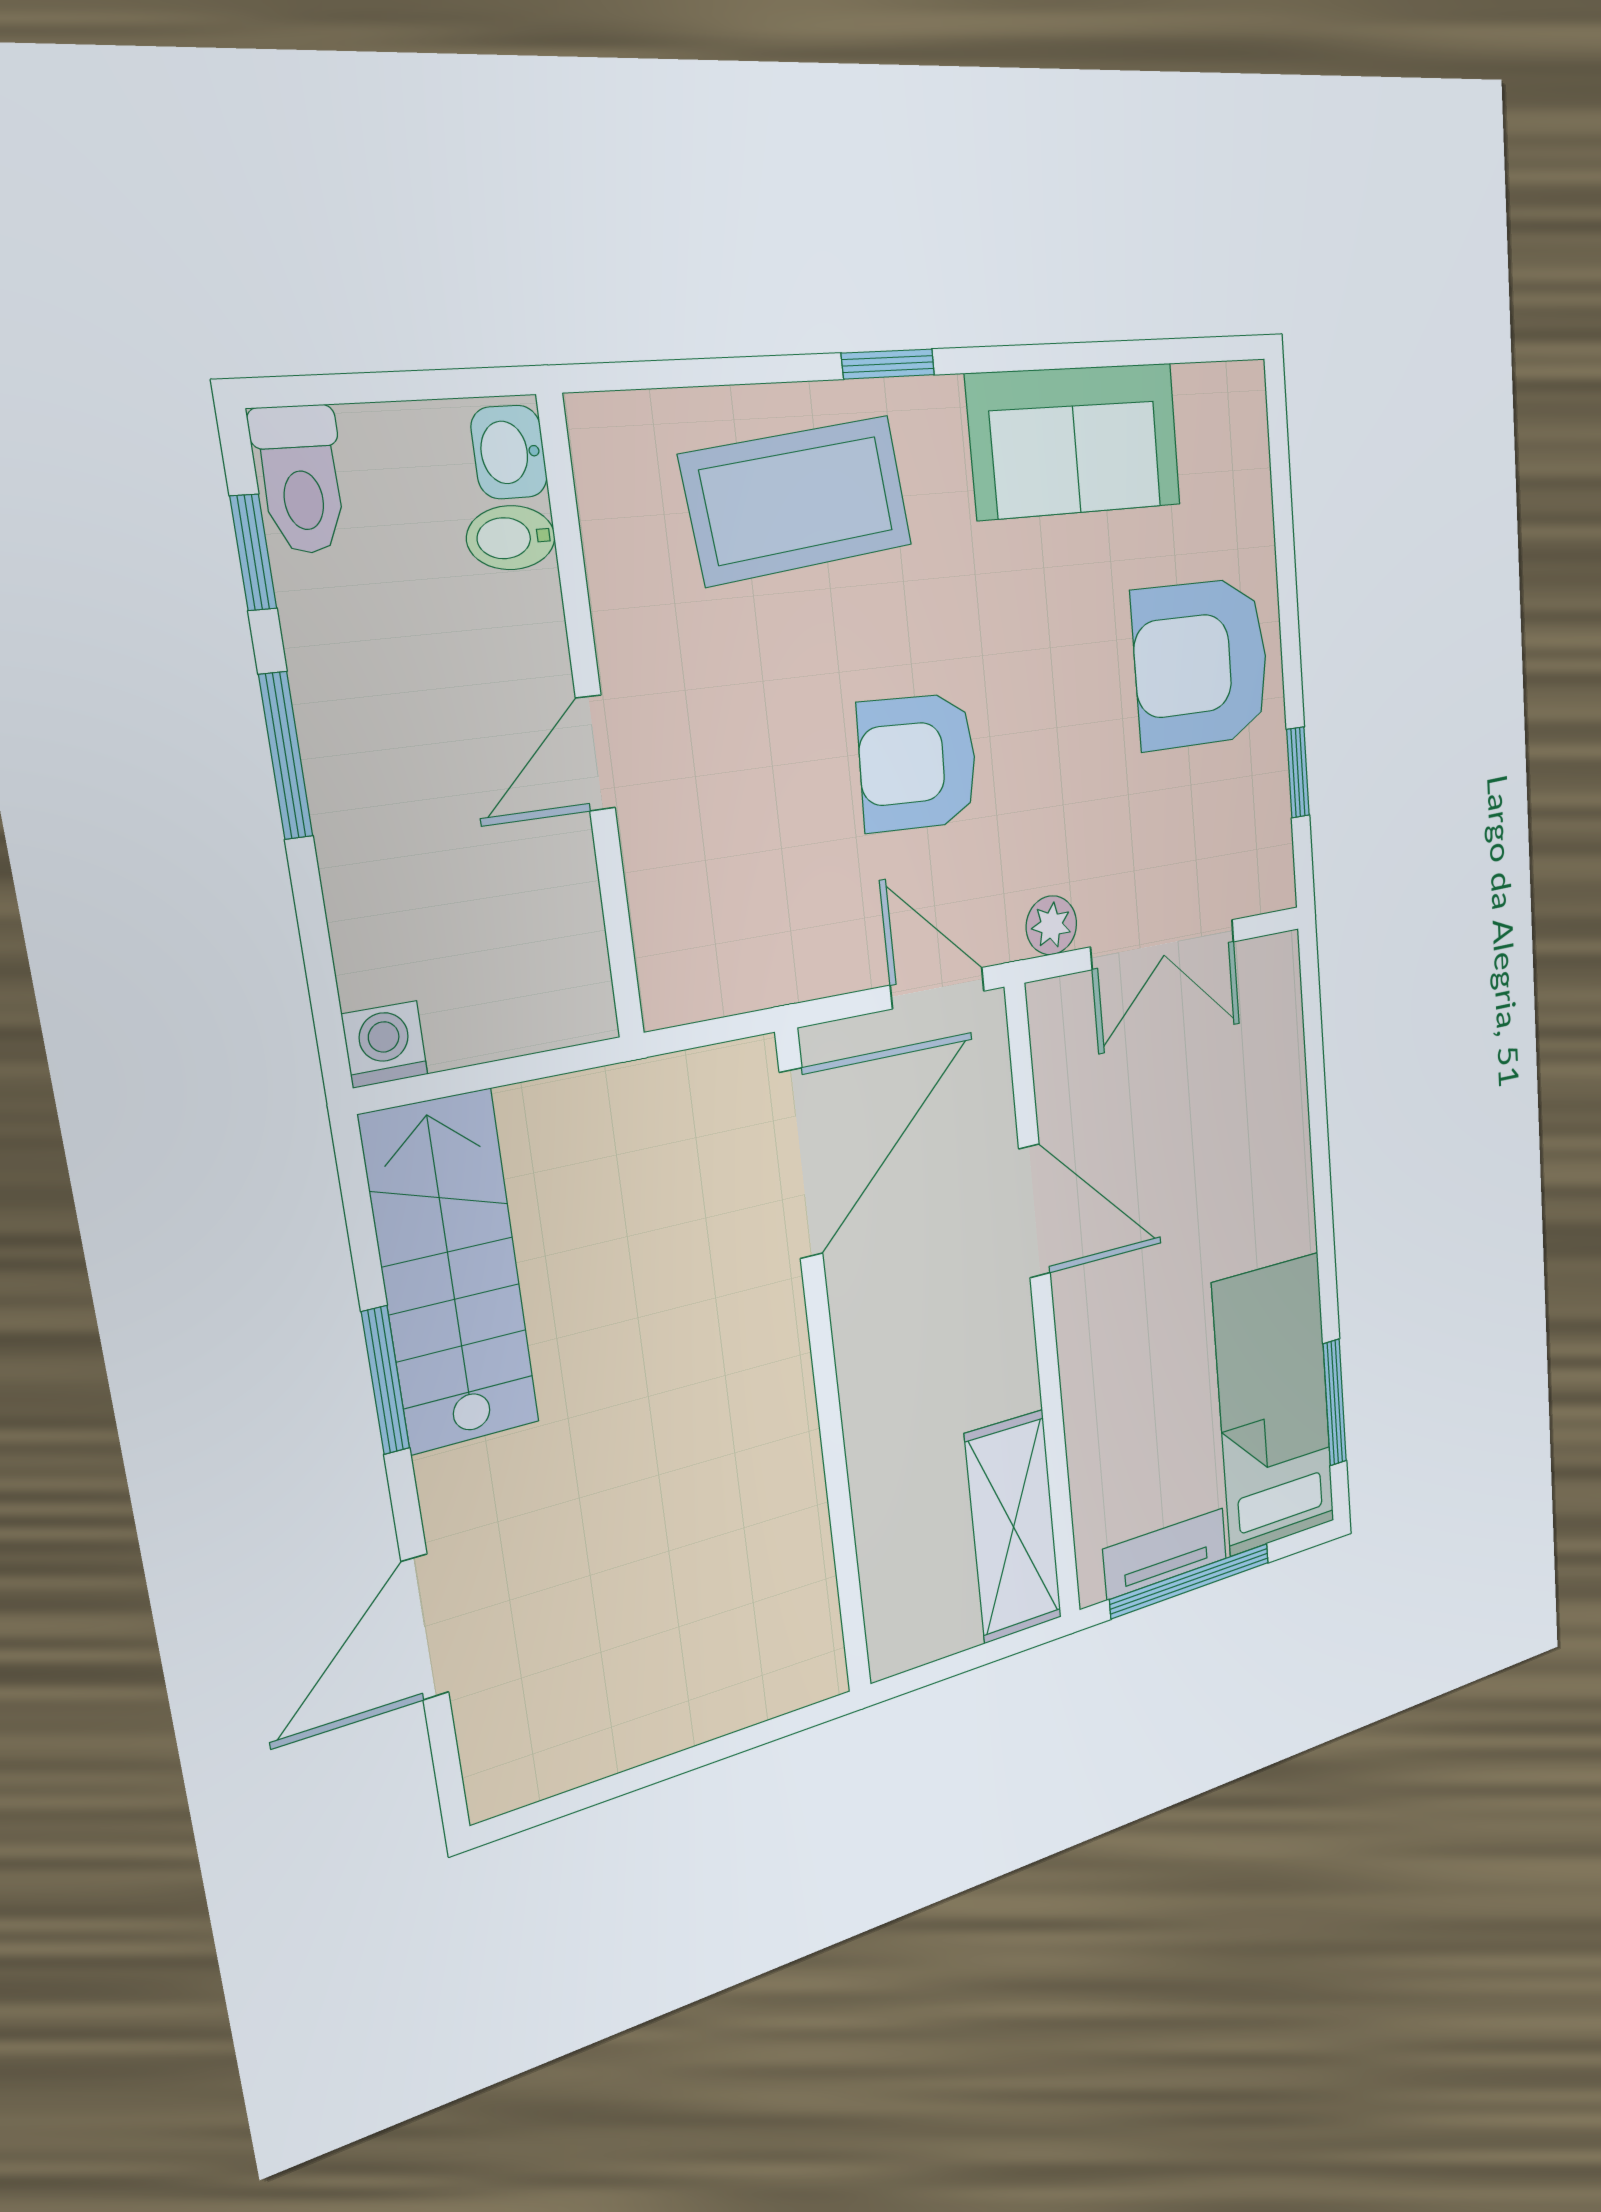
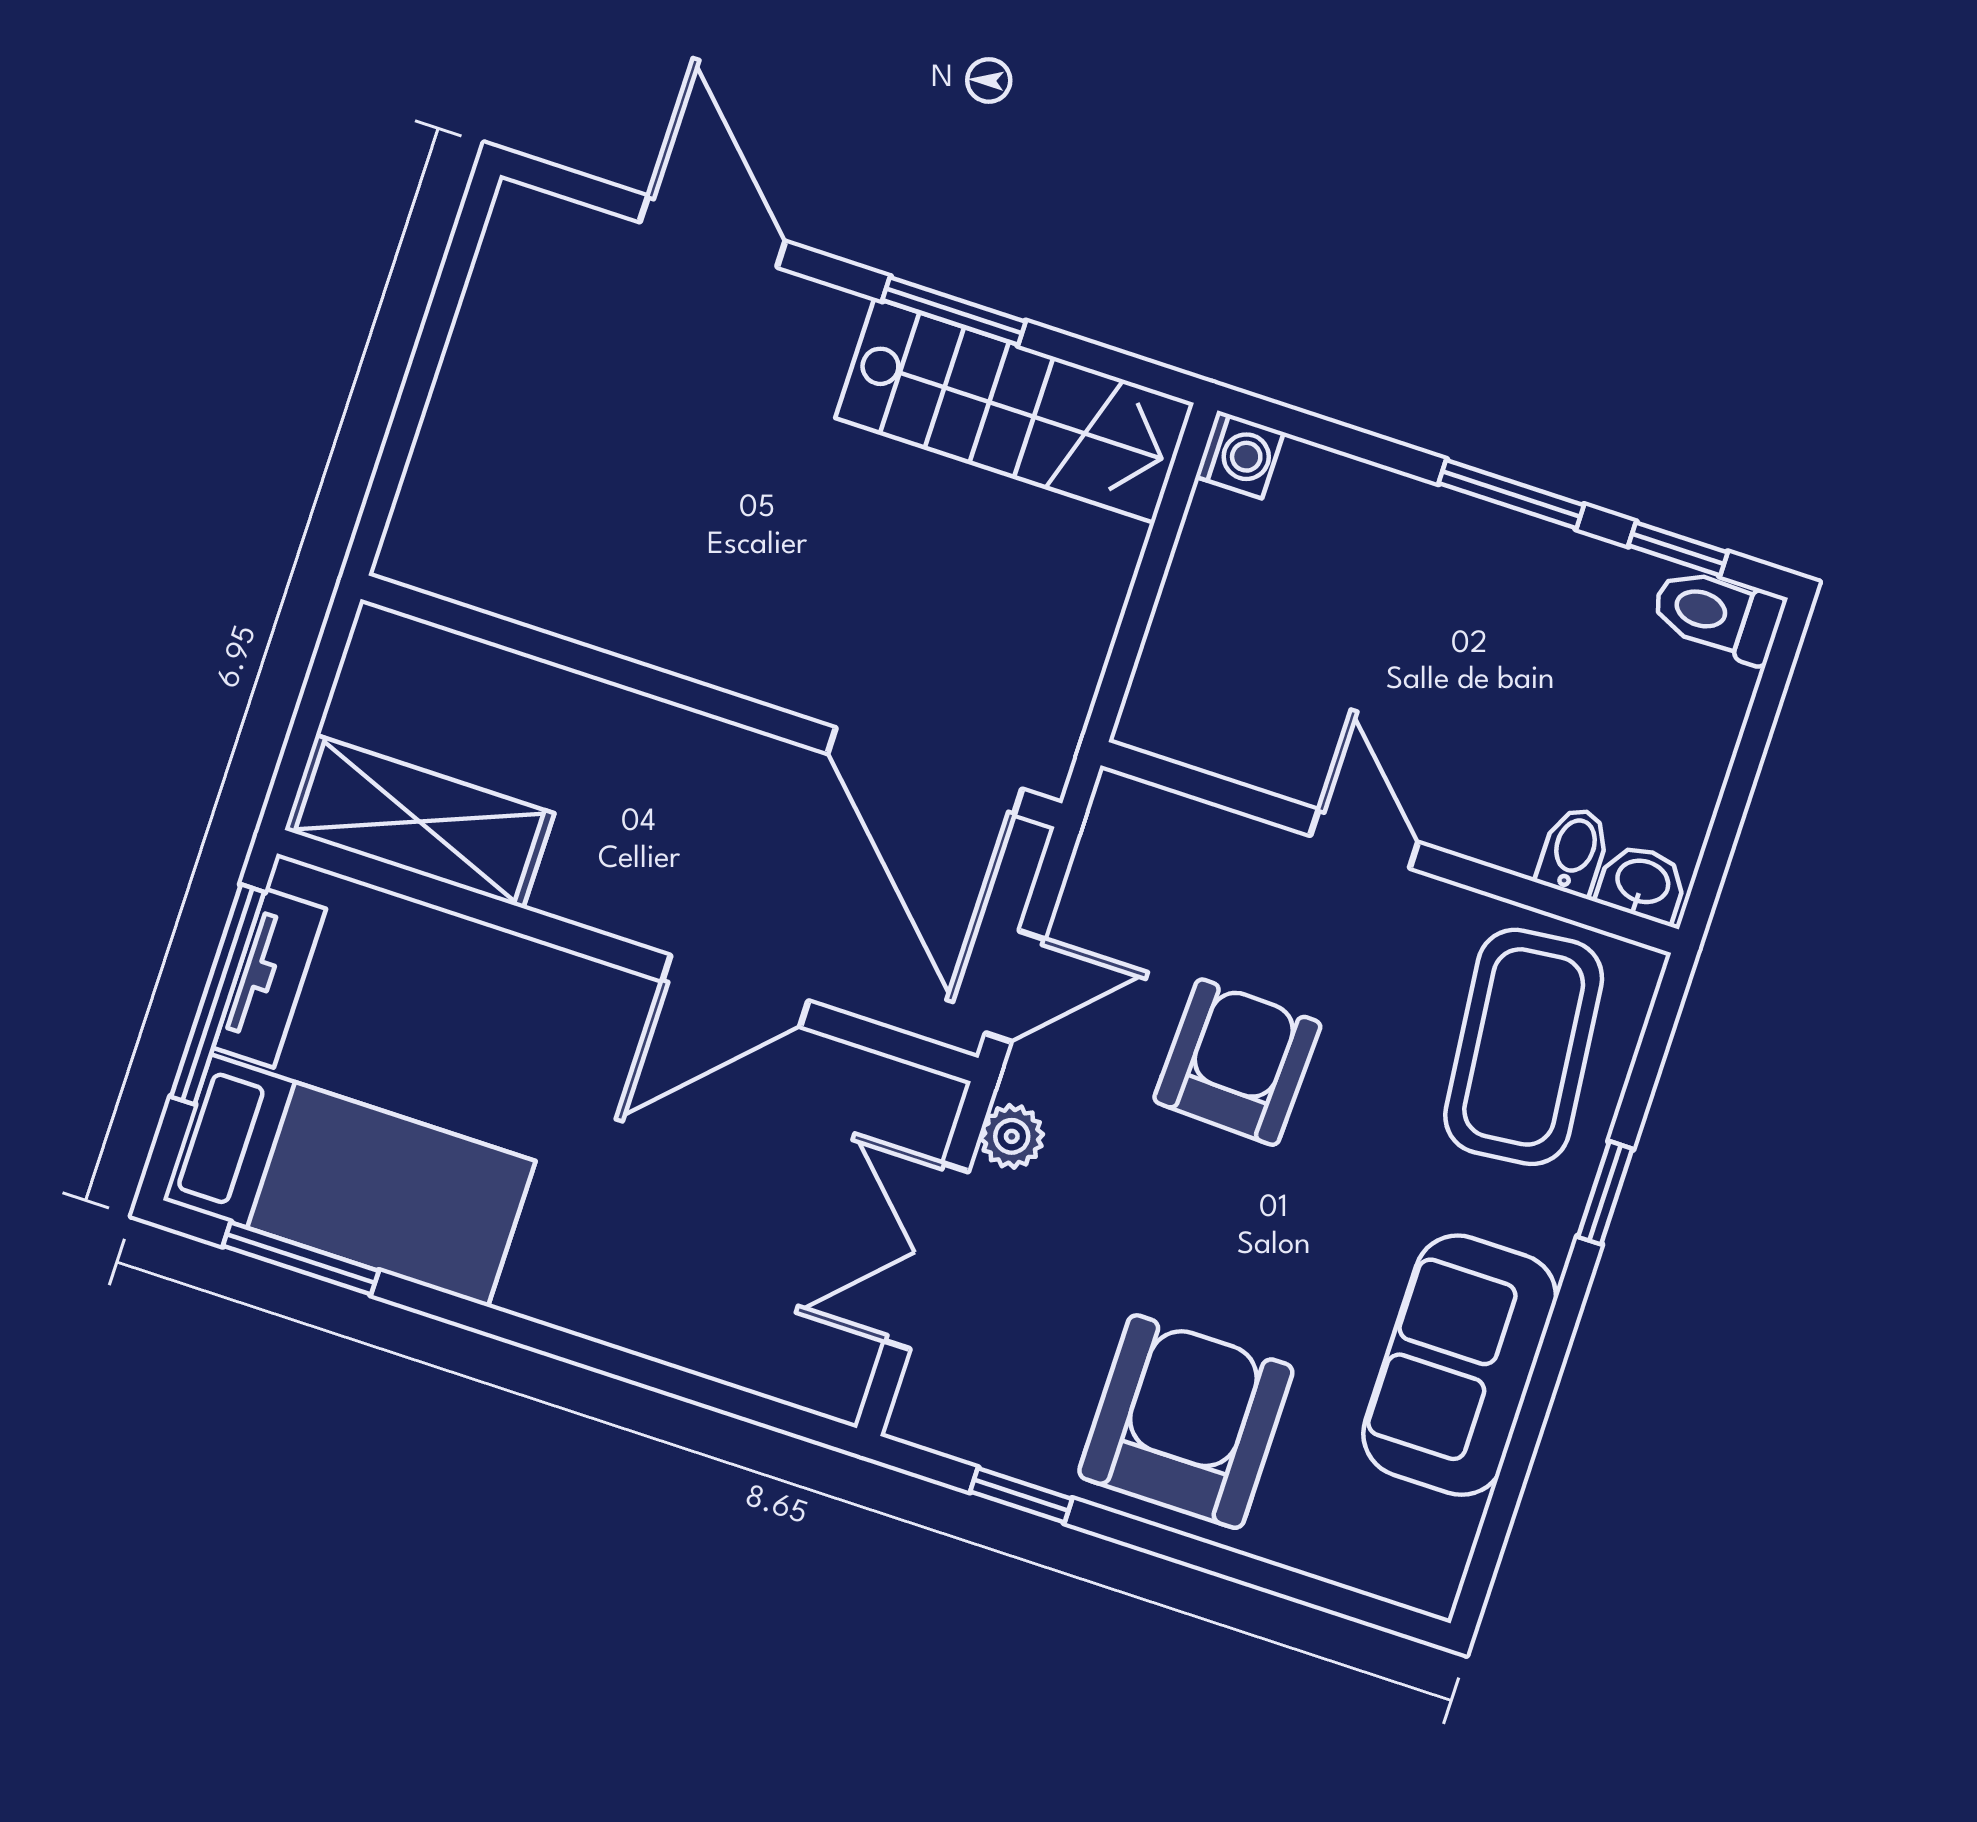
washbasin: (509, 452) -> (1642, 883), moved
bidet: (511, 538) -> (1574, 851), moved
wall: (592, 724) -> (1390, 847), moved
door: (595, 753) -> (1364, 839), moved

